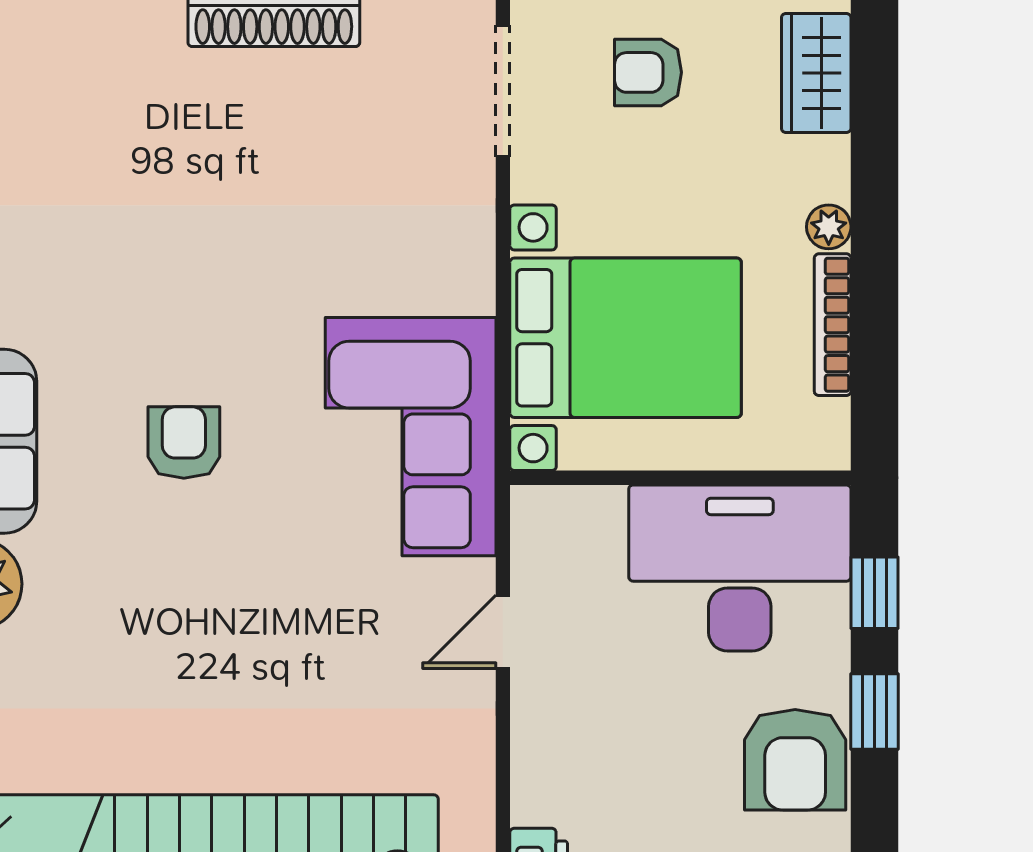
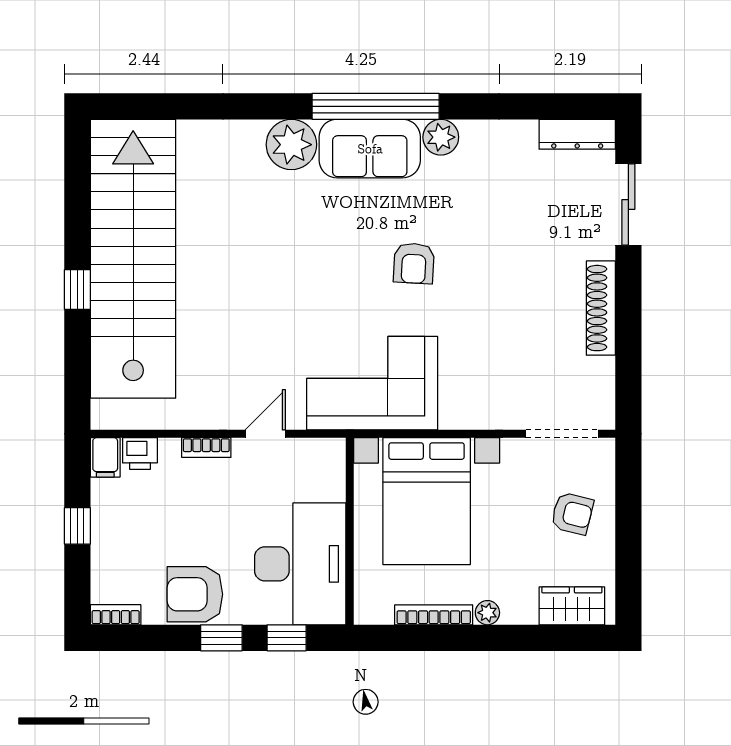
armchair: (648, 72) -> (572, 514), turned 104
armchair: (184, 442) -> (414, 263), moved, turned 93
door: (503, 632) -> (265, 434), hinge flipped
bookcase: (528, 739) -> (206, 448), added

